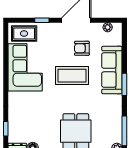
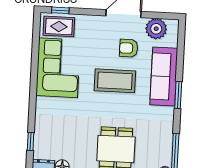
window: (42, 20) -> (60, 10), moved
plant: (108, 27) -> (156, 29), width x1.88, depth x1.88

